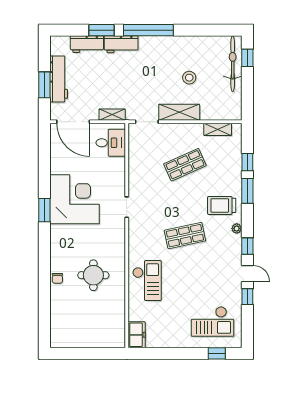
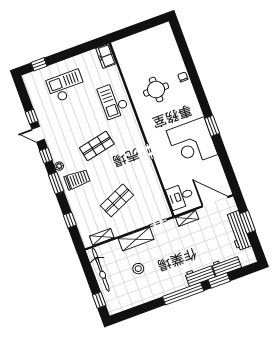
bicycle: (233, 64) -> (101, 270), moved
window: (247, 191) -> (56, 183), moved
checkout: (213, 321) -> (66, 86), moved

